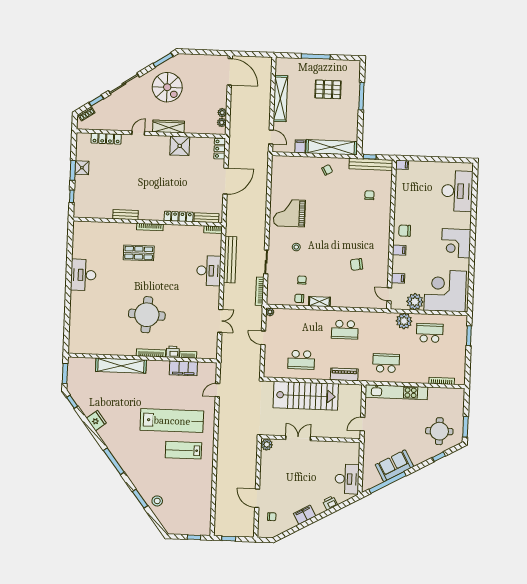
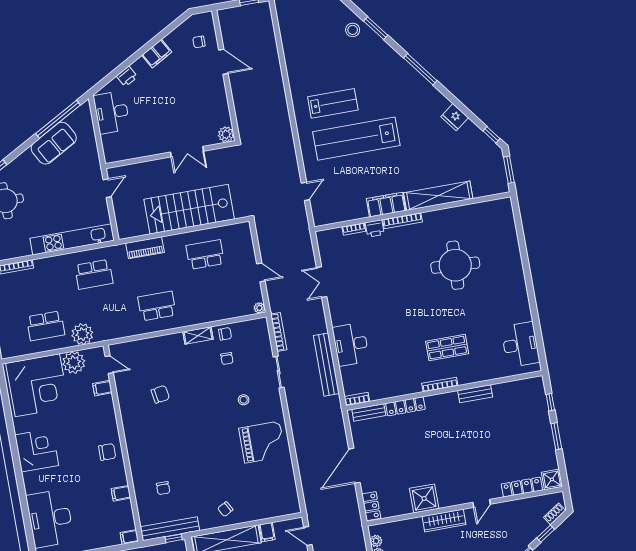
shower: (82, 168) -> (552, 479), moved
filing cabinet: (399, 250) -> (121, 493), moved
desk: (83, 275) -> (520, 345), moved
round table: (147, 315) -> (455, 265), moved
filing cabinet: (183, 368) -> (386, 205), moved

